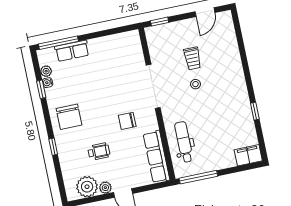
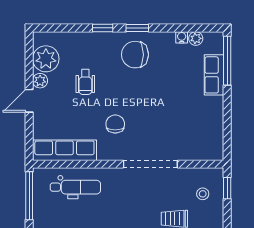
stool: (195, 84) -> (203, 194), moved
window: (41, 89) -> (137, 28), moved

